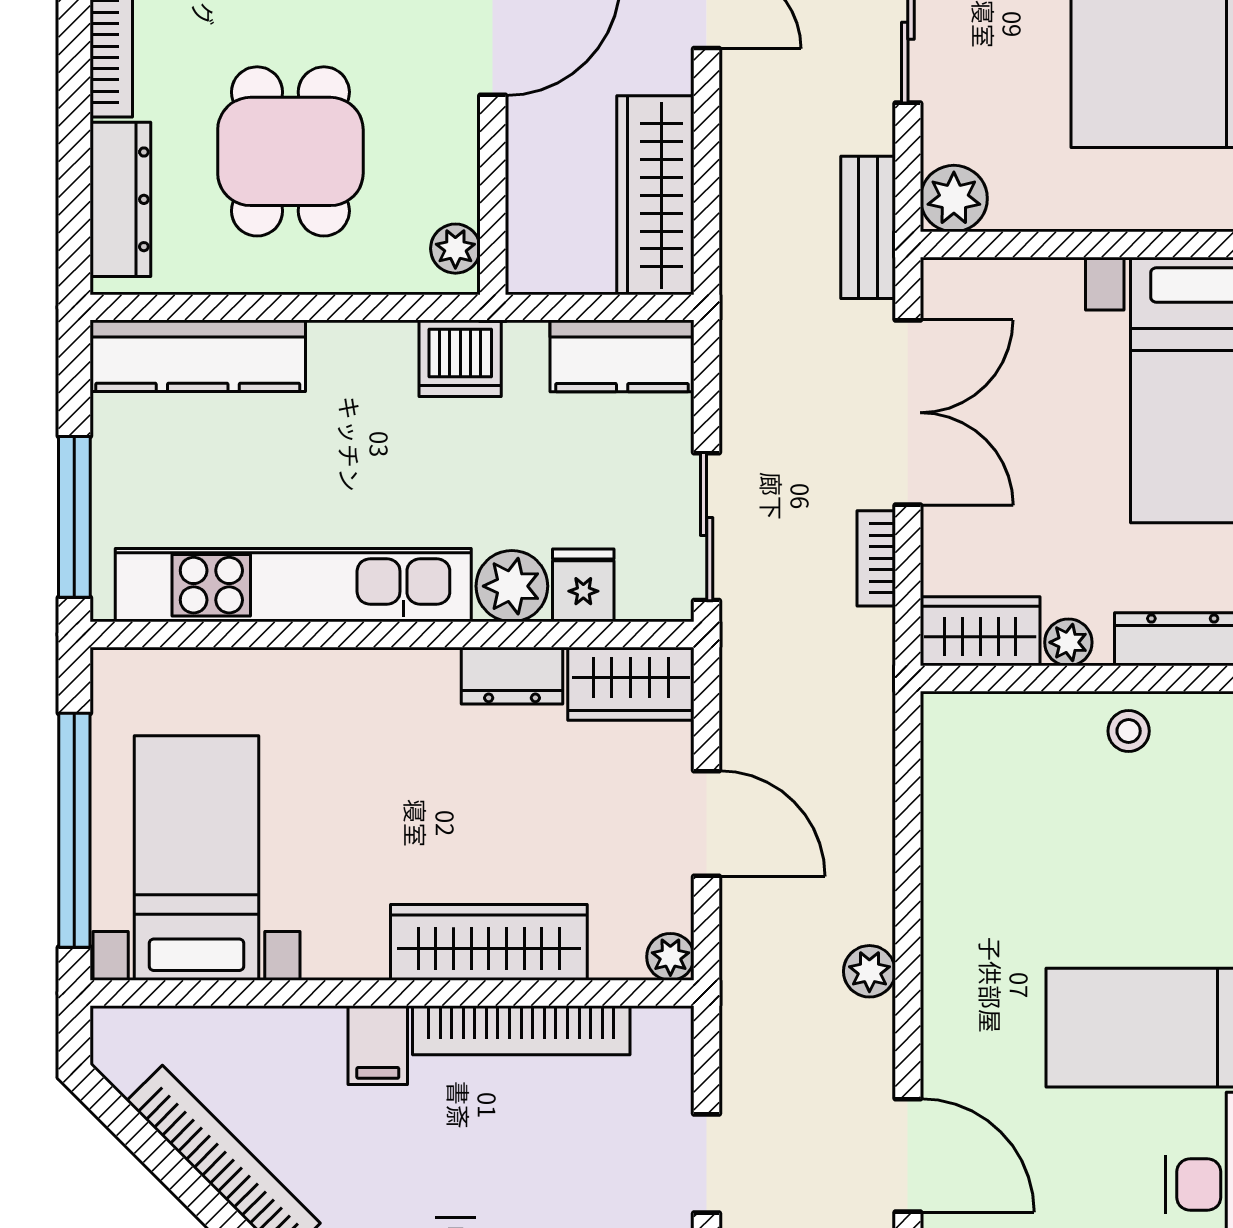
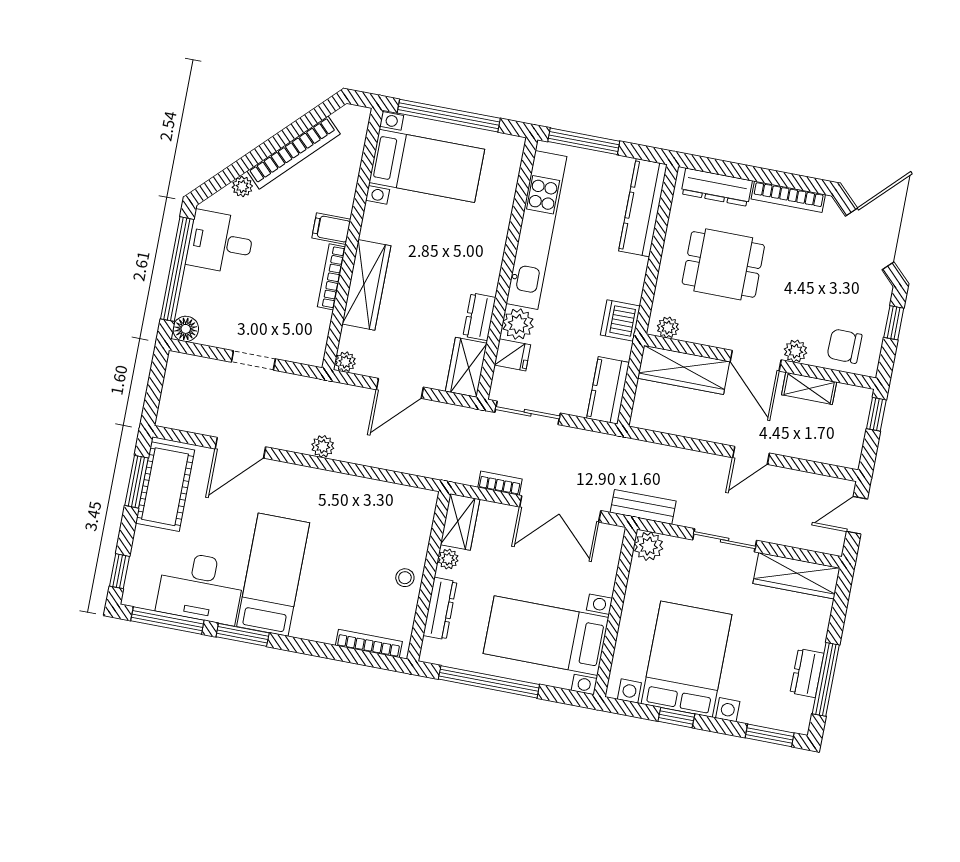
wardrobe: (655, 195) -> (684, 370), moved, turned 180
bookcase: (521, 1030) -> (331, 277), width x0.68, depth x0.76

